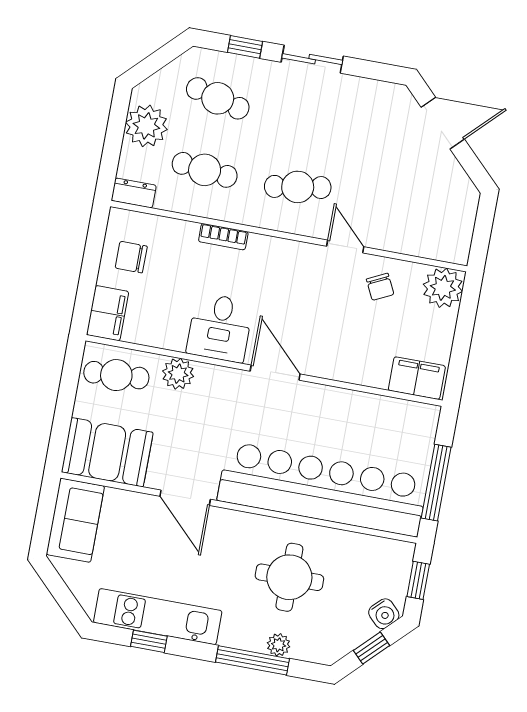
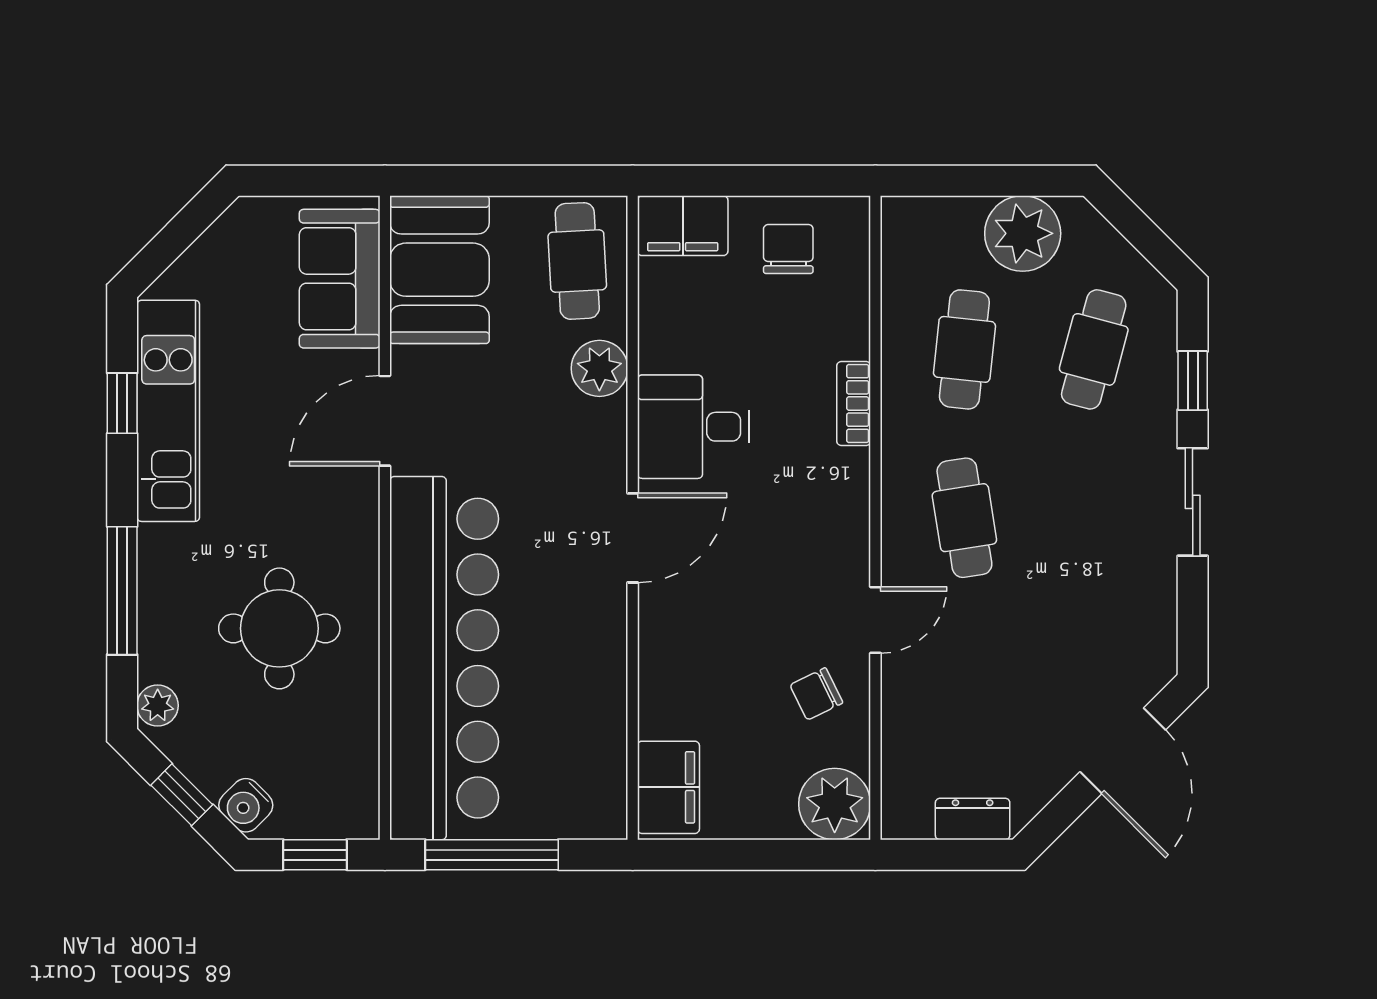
dresser: (134, 193) -> (973, 819), moved, turned -90
sofa: (75, 520) -> (340, 279), moved, turned 90
plant: (279, 645) -> (158, 705), moved

